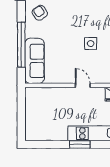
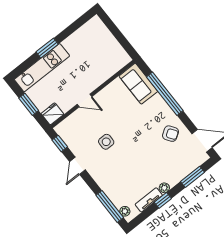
sofa: (35, 61) -> (138, 84), width x0.73

